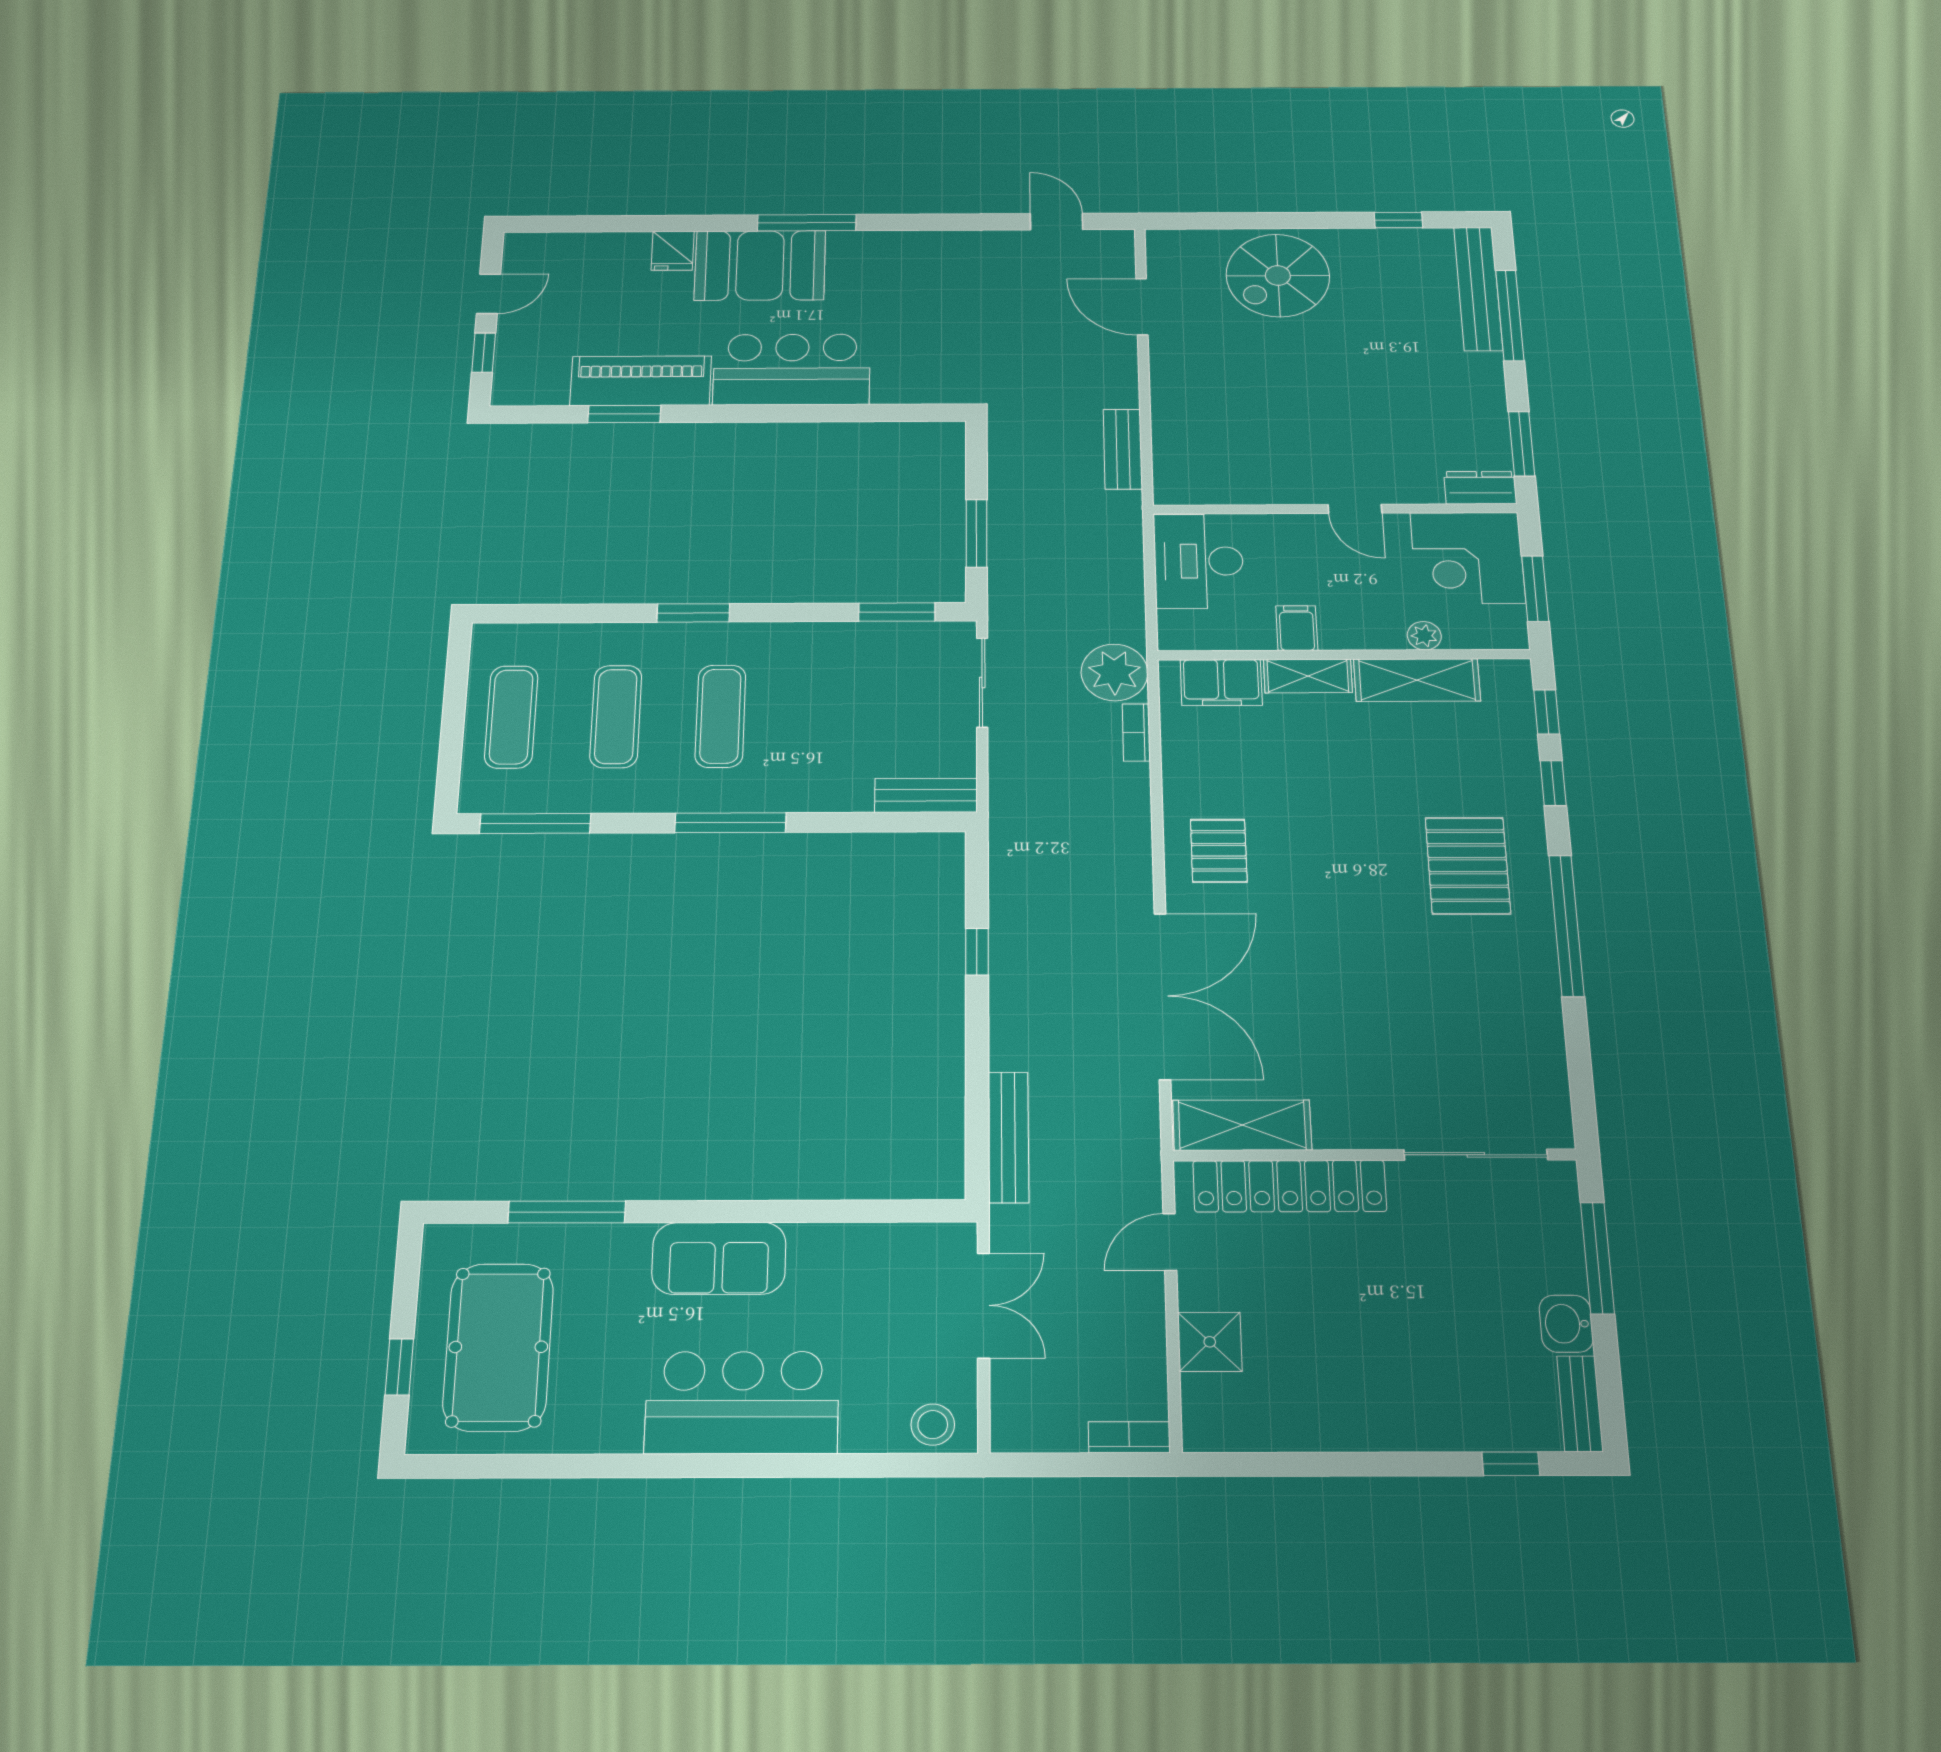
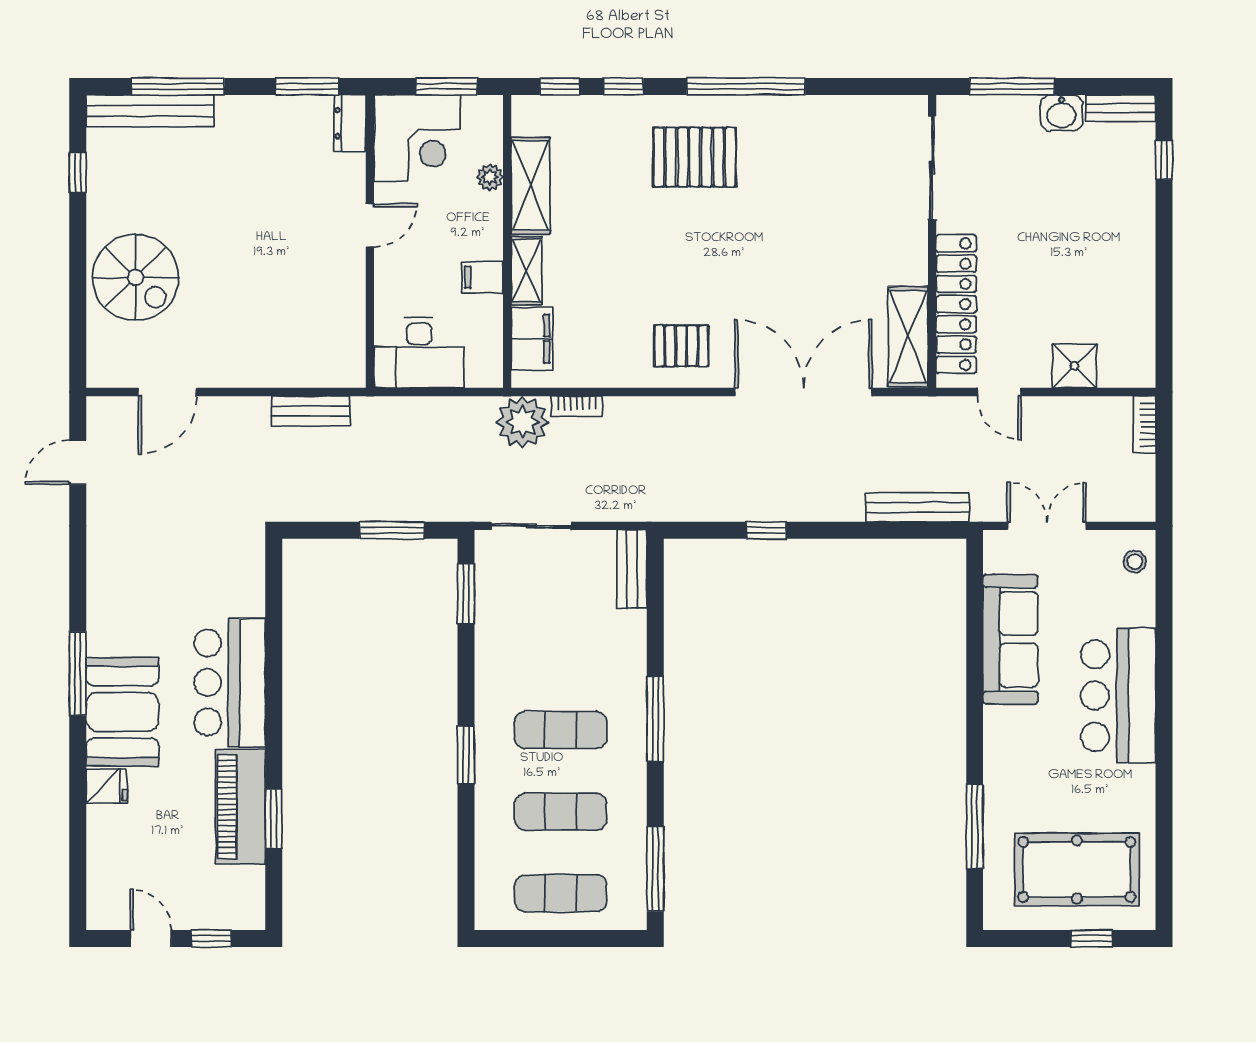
sofa: (719, 1258) -> (1011, 639), moved, width x1.36
stool: (933, 1425) -> (1135, 562), width x0.73, depth x0.73

